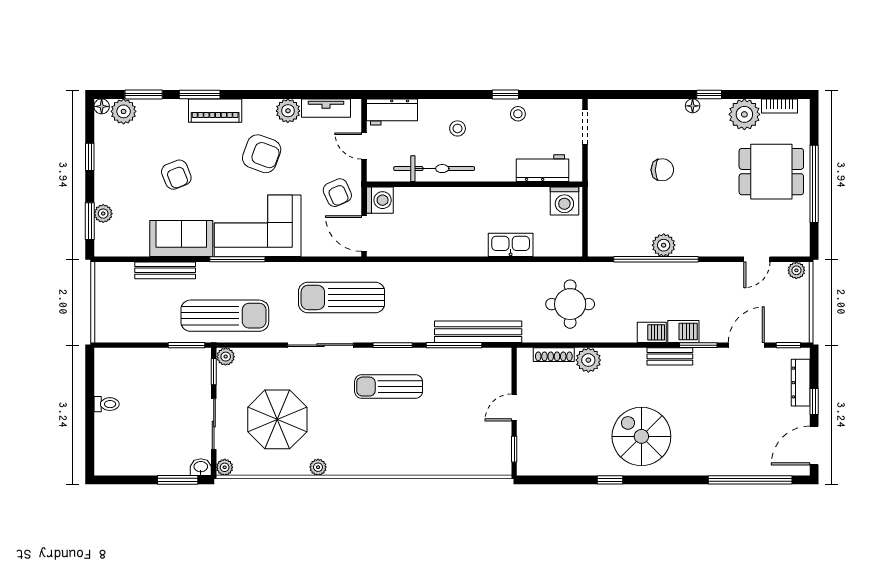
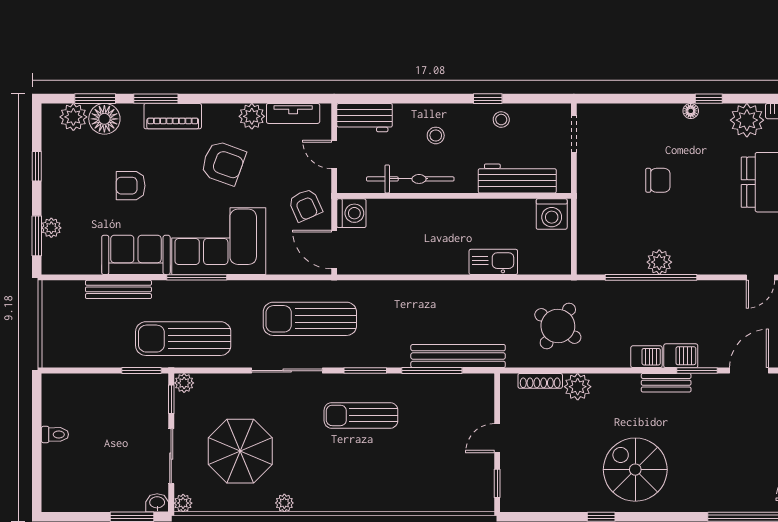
floor lamp: (102, 106) -> (104, 119), moved, width x1.89, depth x1.89
workbench: (542, 168) -> (517, 179), width x1.38
armchair: (176, 175) -> (131, 186), turned 112
round table: (570, 304) -> (558, 326), turned 34
sun lounger: (225, 316) -> (183, 339), turned 180

